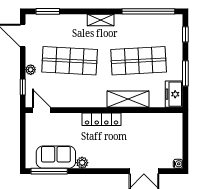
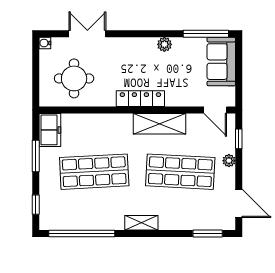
shelving: (128, 99) -> (159, 124), moved
round table: (155, 135) -> (74, 78), added
sofa: (56, 157) -> (221, 62), moved, turned 90

